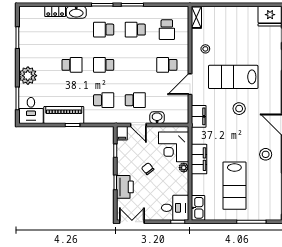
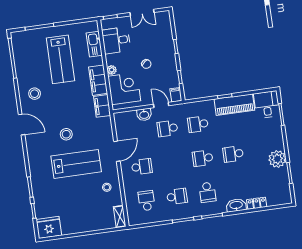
school desk: (104, 30) -> (207, 192), turned 90
school desk: (104, 65) -> (203, 158), turned 180
plant: (28, 76) -> (277, 159), moved
filing cabinet: (199, 116) -> (102, 106), moved
lab bench: (234, 186) -> (60, 59), turned 180
printer: (125, 187) -> (166, 43), removed
desk: (175, 208) -> (116, 40), moved
kitchen sink: (198, 208) -> (94, 44), moved
double door: (132, 222) -> (142, 13), moved

